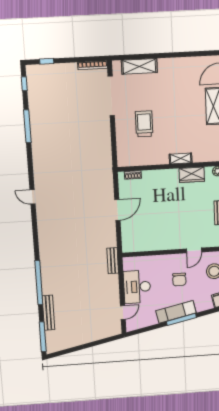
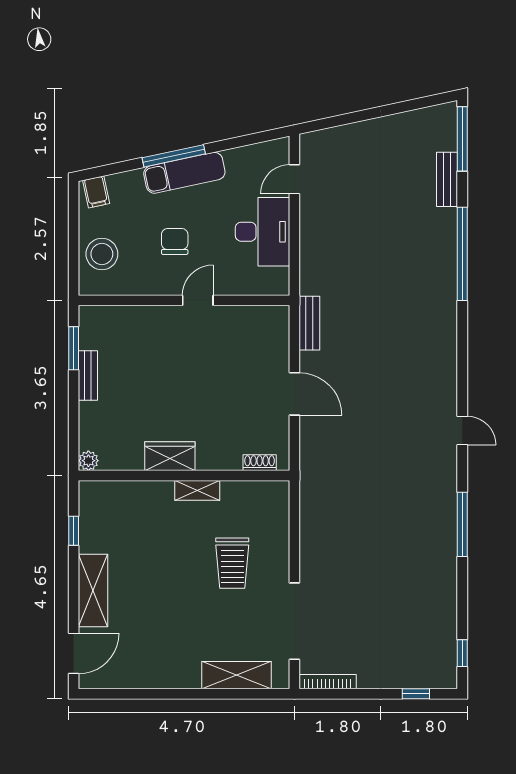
window: (27, 126) -> (462, 524), moved
shelving: (181, 158) -> (197, 490), moved
wardrobe: (192, 175) -> (170, 456), moved
door: (117, 210) -> (294, 394), swing flipped
door: (194, 250) -> (198, 300), moved
bench: (113, 261) -> (309, 323), moved
bench: (48, 313) -> (447, 179), width x0.73

